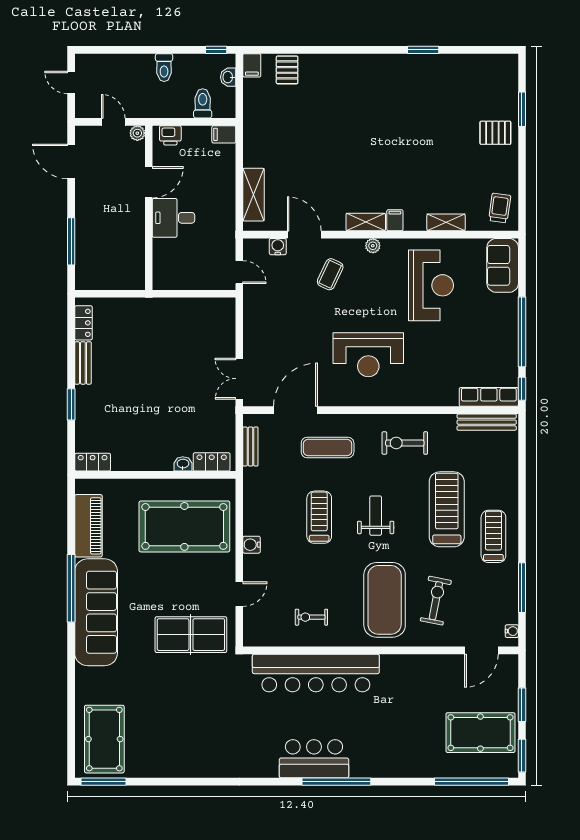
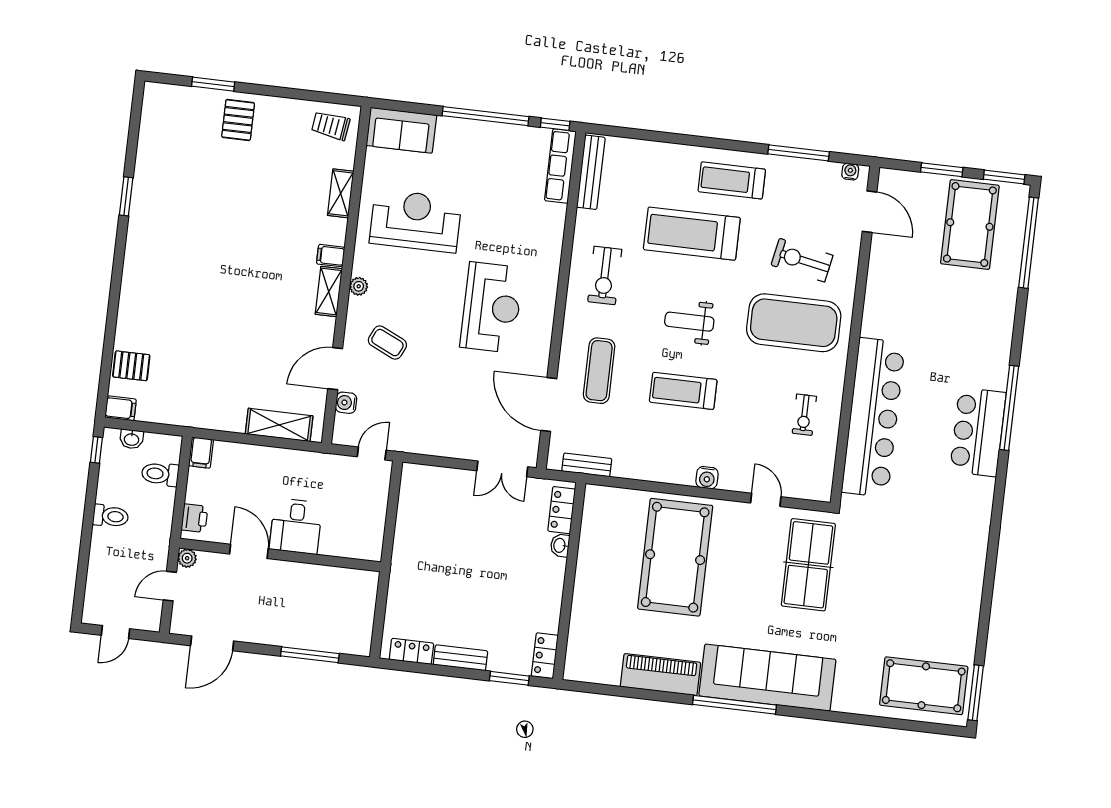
locker: (93, 462) -> (545, 656), moved
locker: (212, 462) -> (562, 510), moved
washbasin: (183, 464) -> (560, 545), moved
wall: (155, 475) -> (569, 581), moved

